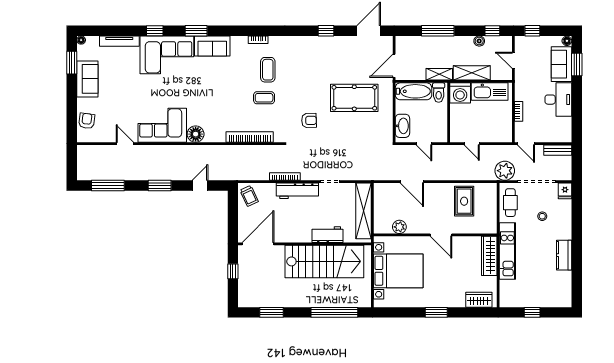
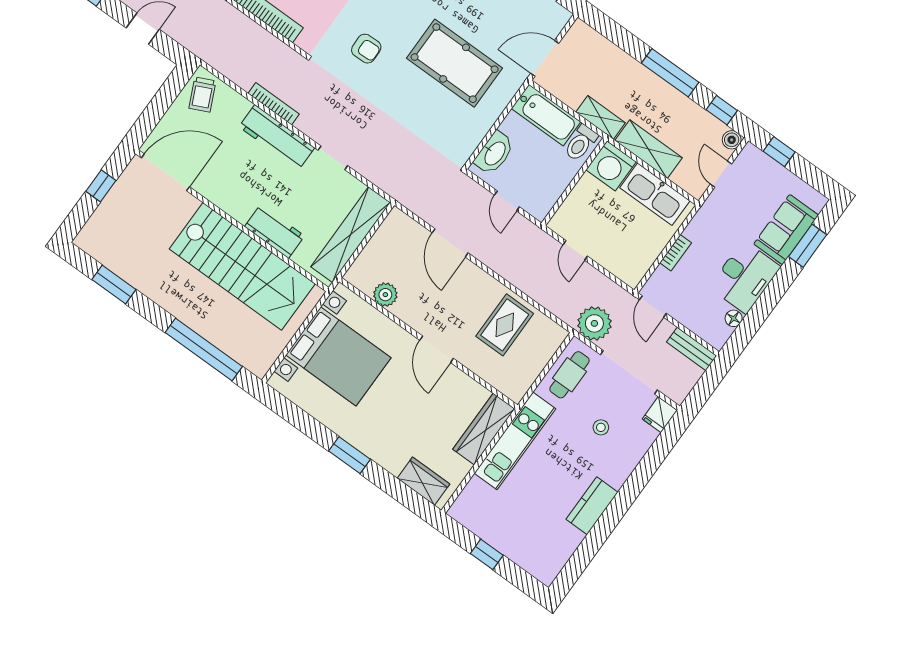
window: (438, 31) -> (670, 73), moved
boiler: (479, 41) -> (732, 140), moved
floor lamp: (567, 41) -> (734, 318), moved

